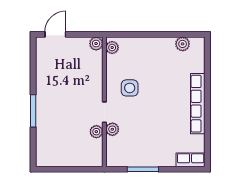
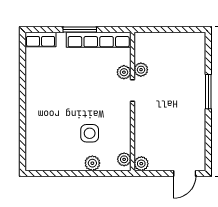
plant: (183, 44) -> (92, 163), moved
side table: (130, 88) -> (90, 133), moved
row of seats: (198, 104) -> (99, 40), moved, turned 90
window: (143, 169) -> (80, 30), moved

